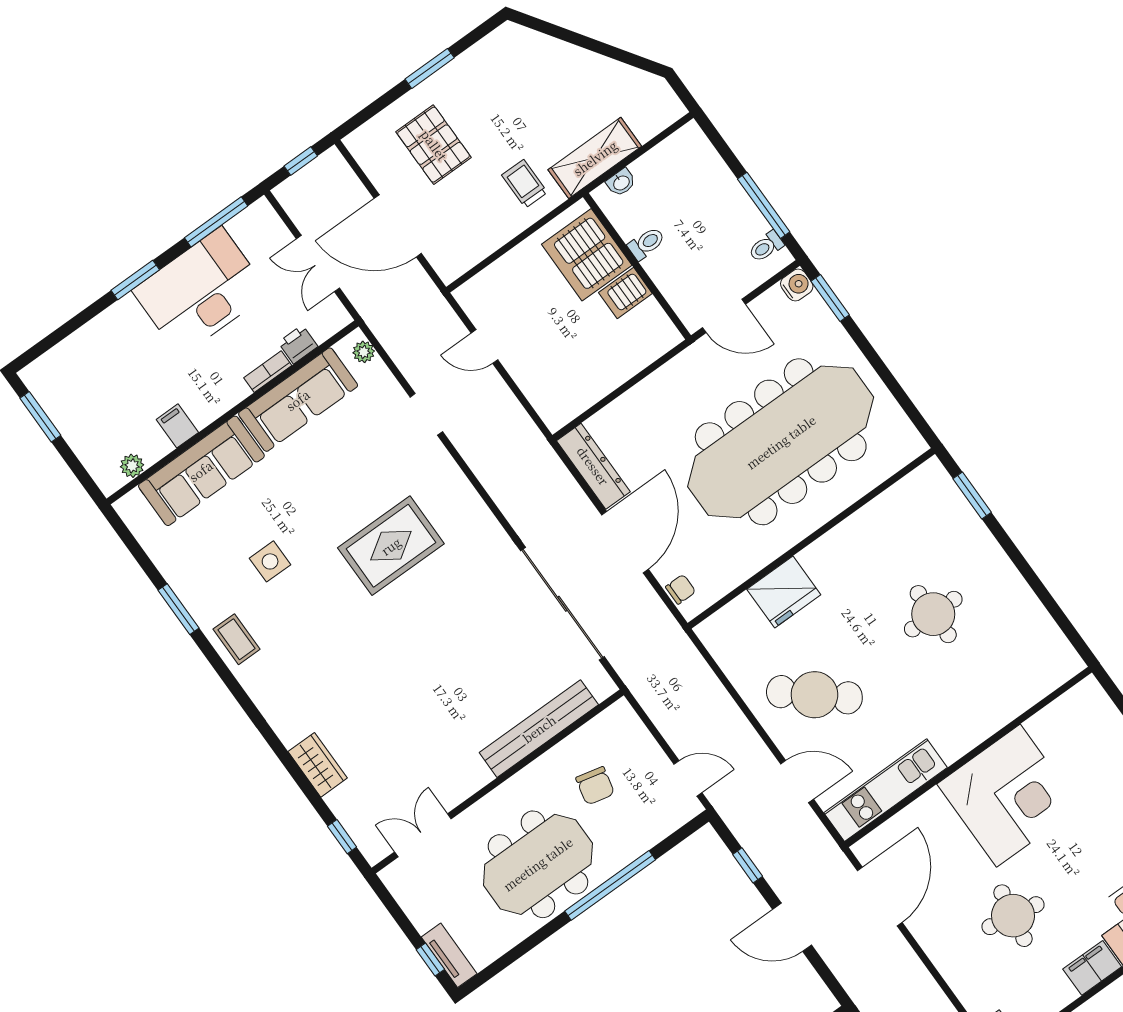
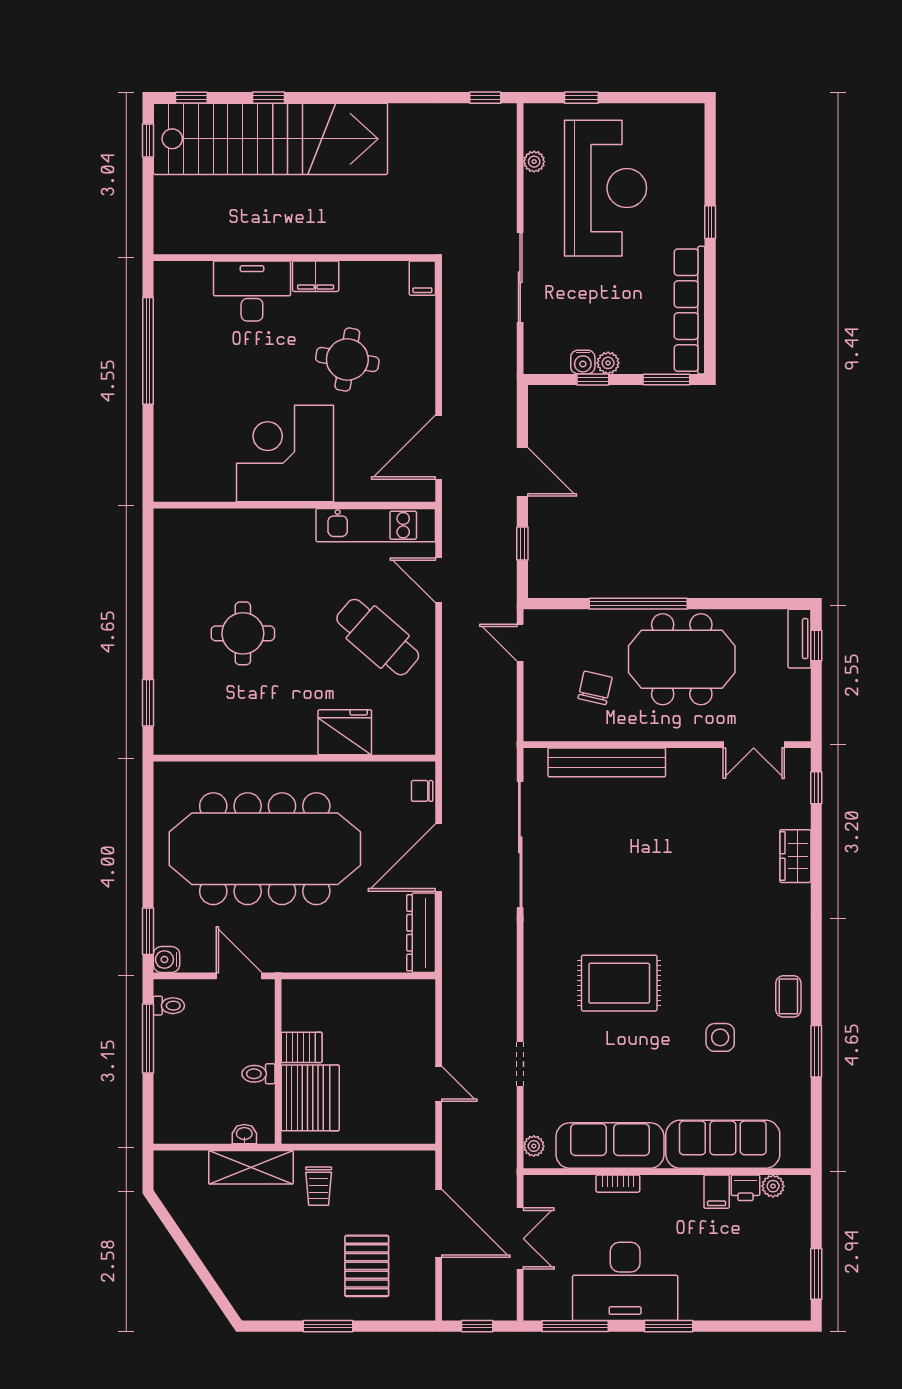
printer: (298, 344) -> (745, 1188), moved

